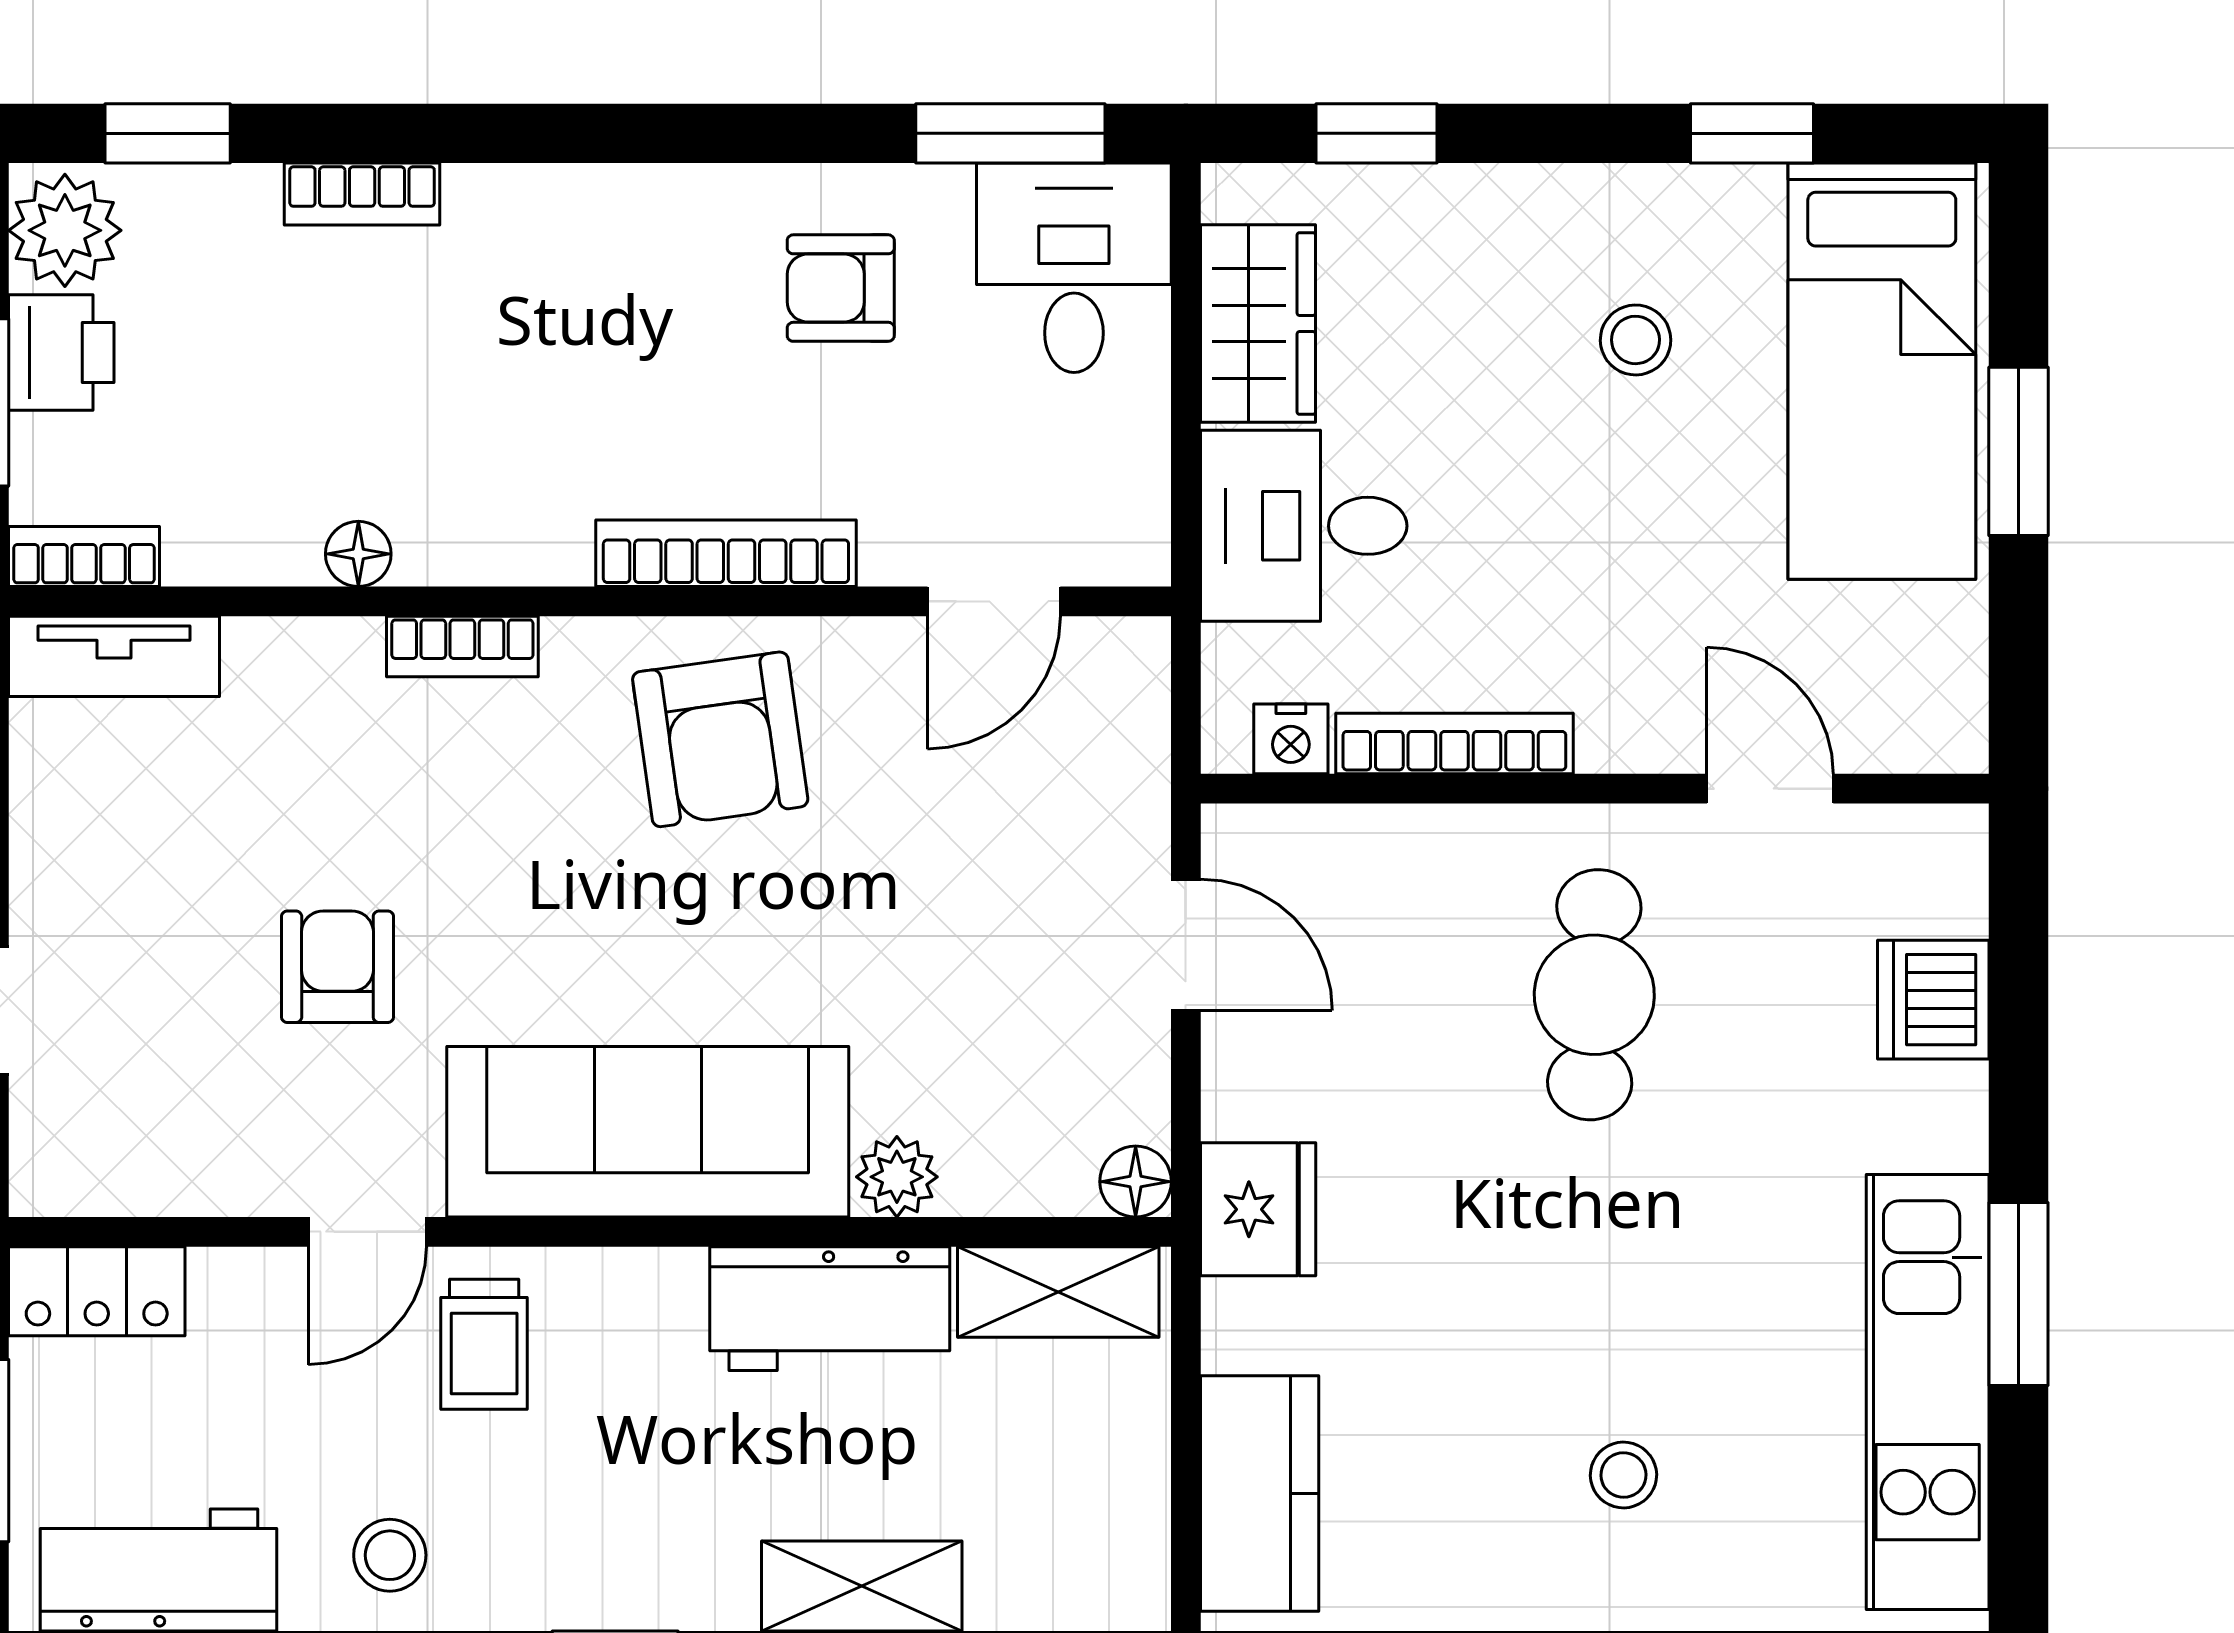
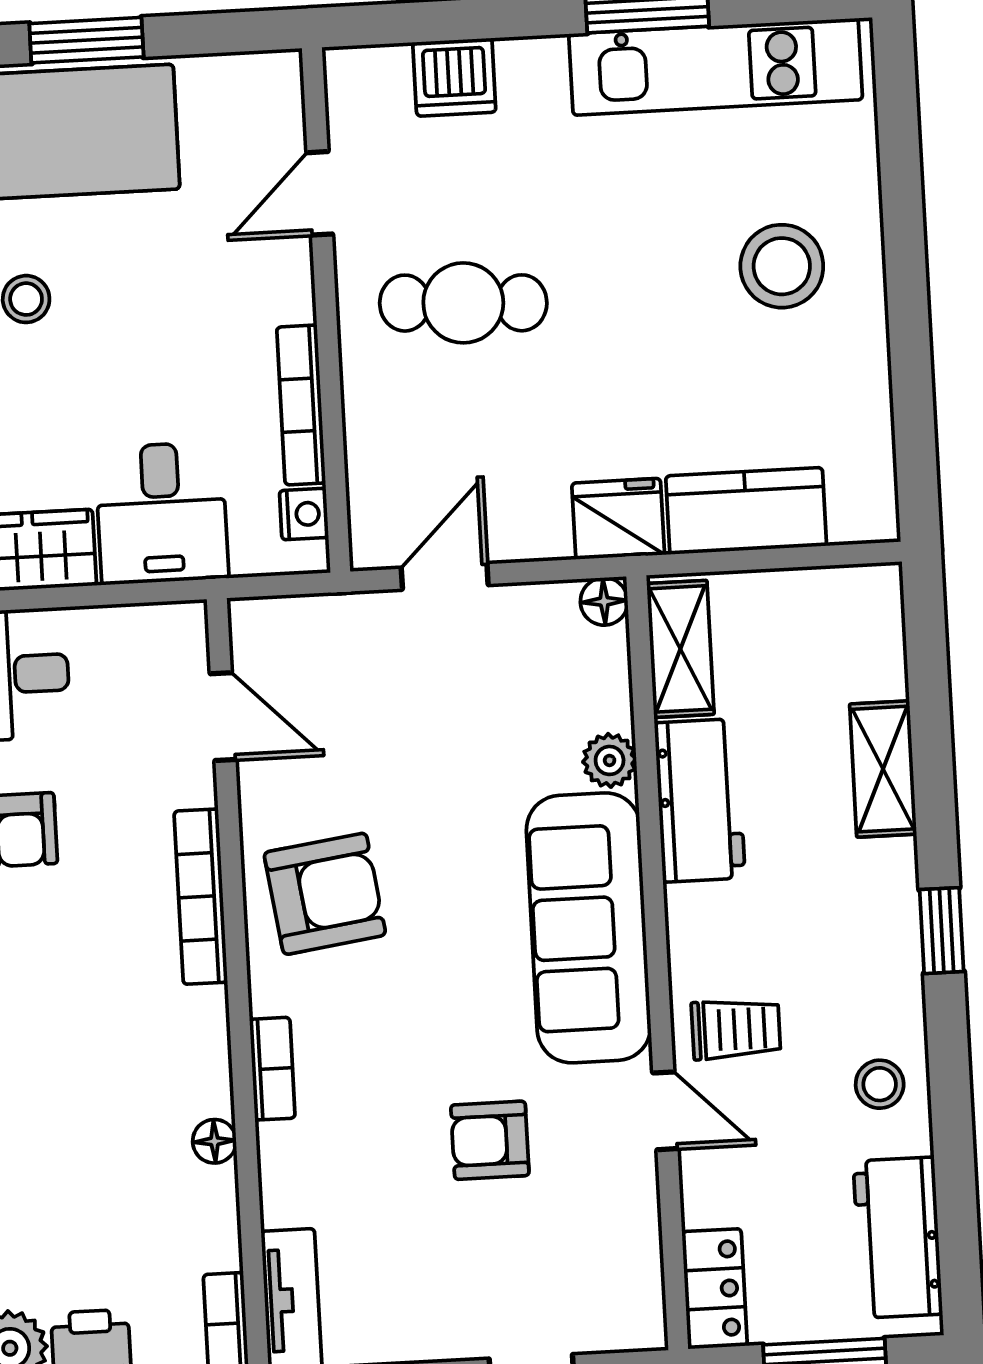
stool: (1623, 1475) -> (782, 266), width x1.89, depth x1.89
kitchen counter: (1260, 1494) -> (746, 511), moved

